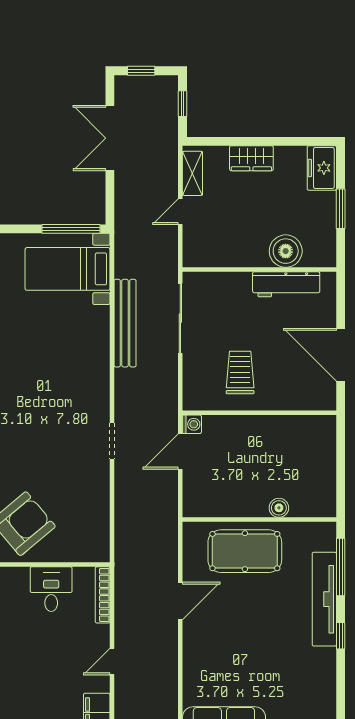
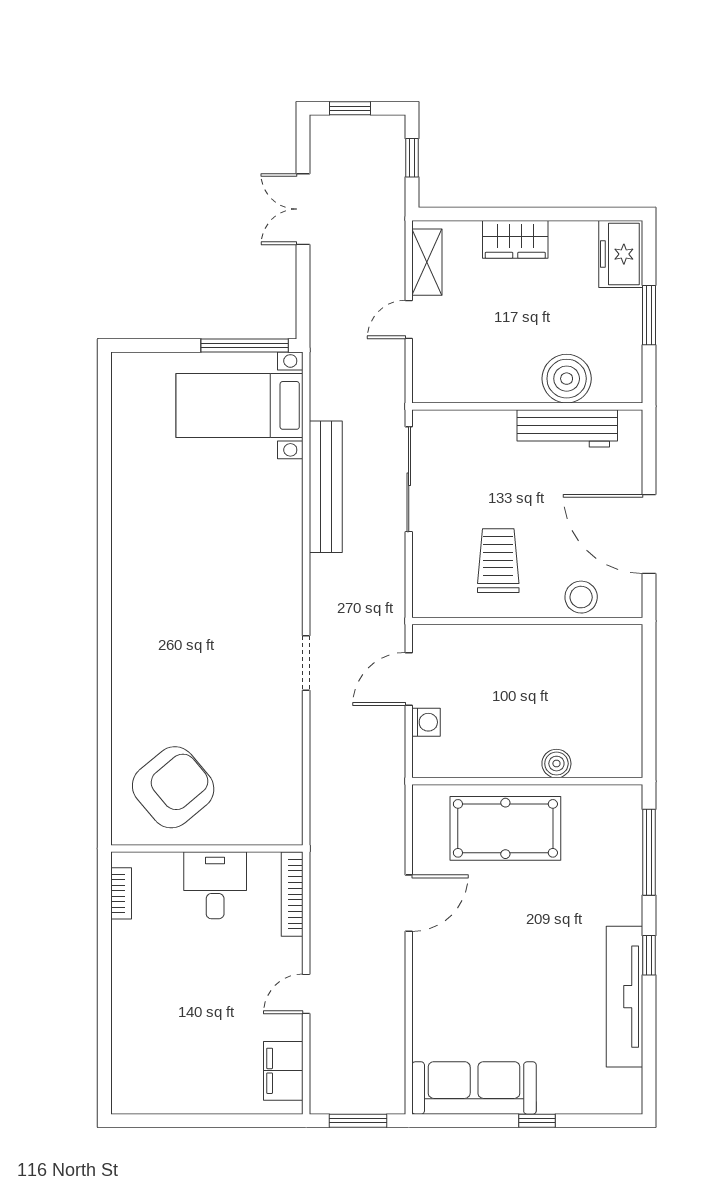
double door: (110, 138) -> (303, 209), width x0.73
stool: (295, 397) -> (581, 597), added
washing machine: (192, 424) -> (426, 722), moved
tv unit: (324, 599) -> (625, 997), moved

